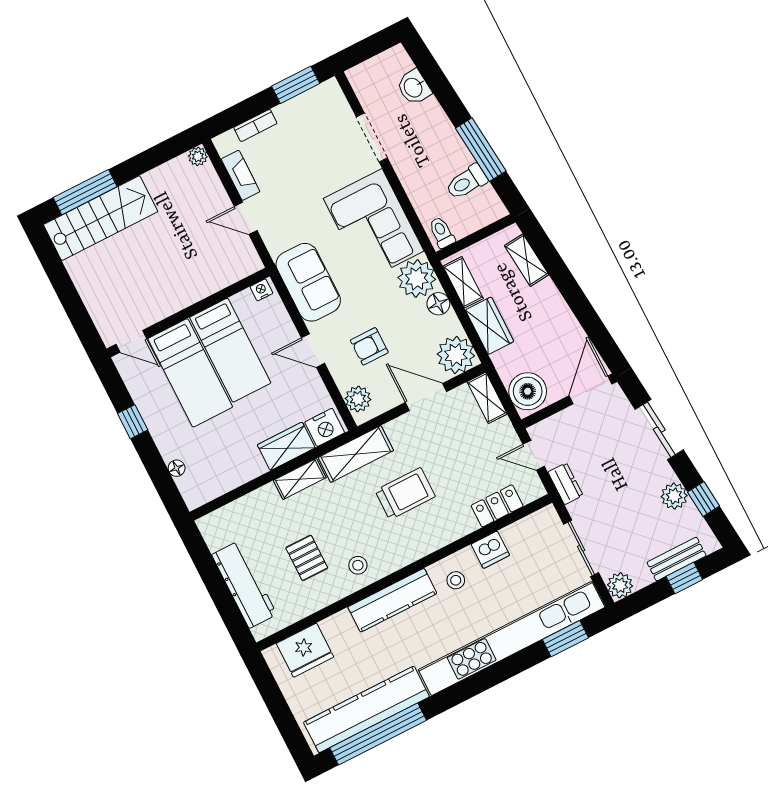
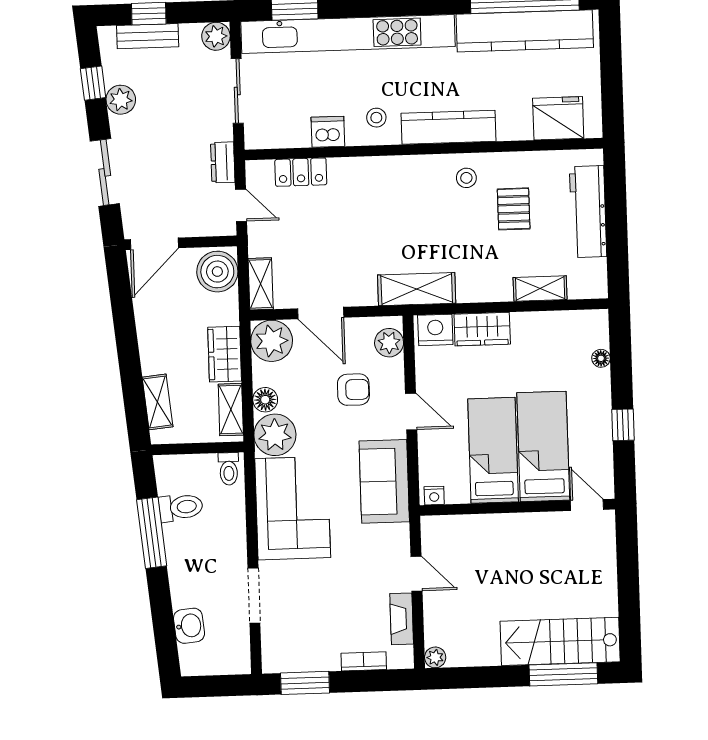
shelving: (300, 479) -> (540, 289), moved
trolley: (405, 494) -> (386, 227), removed

